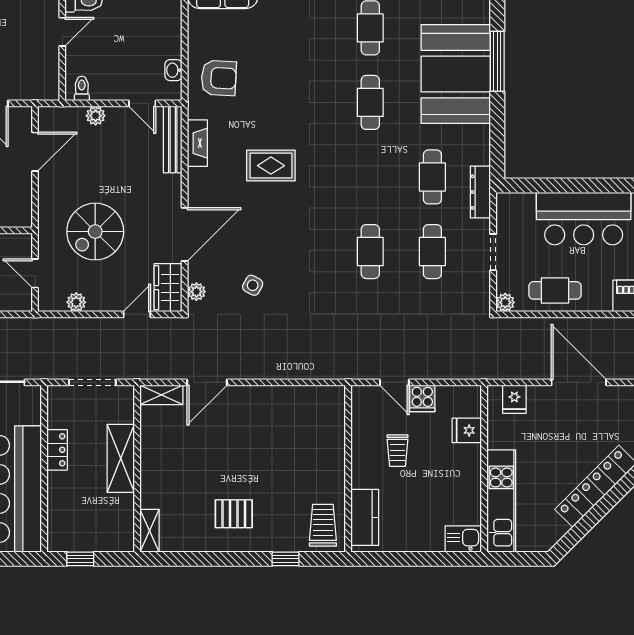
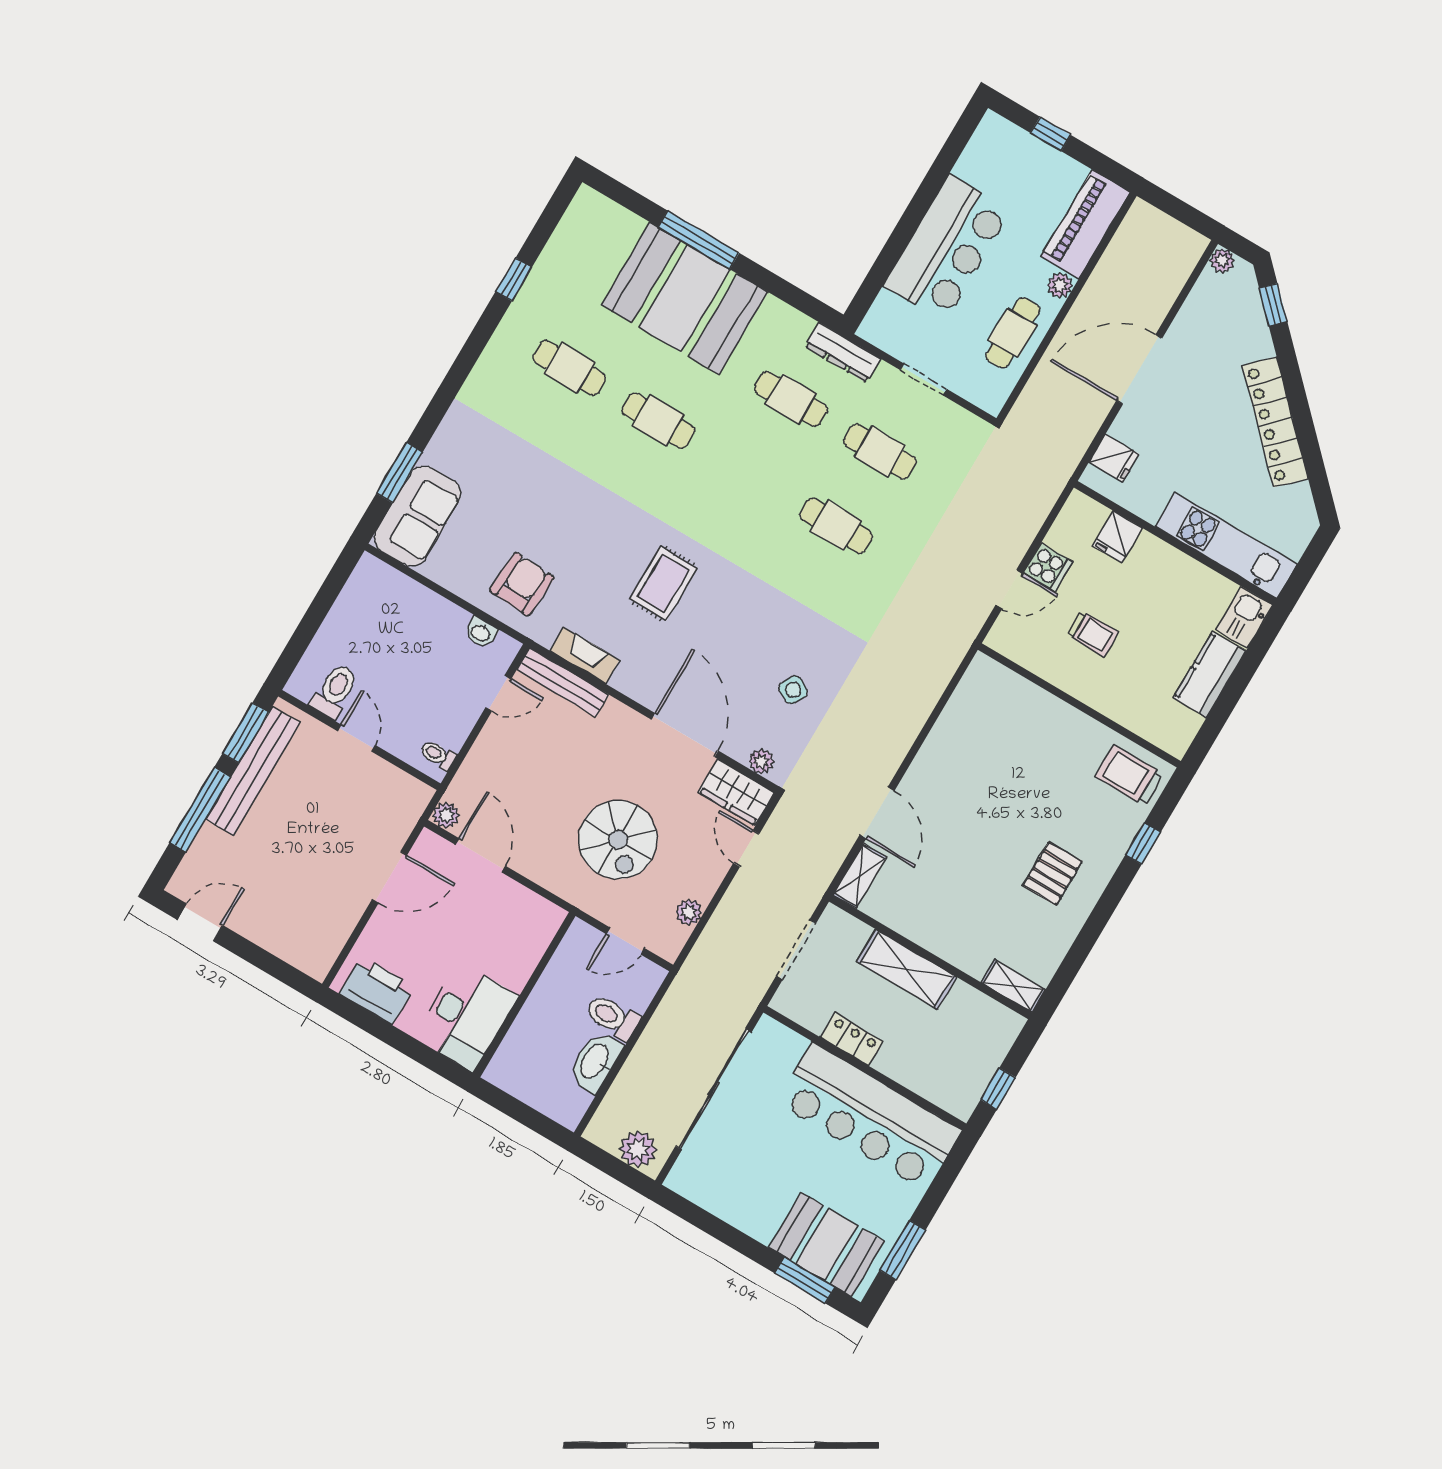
plant: (96, 116) -> (446, 815), moved
plant: (505, 302) -> (1060, 285), moved
kitchen counter: (365, 517) -> (1210, 674), moved, turned -90

